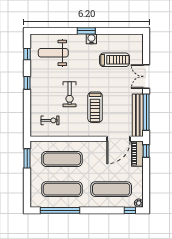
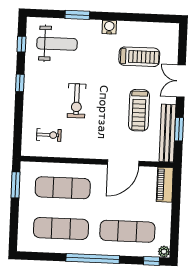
window: (86, 31) -> (77, 15), moved
weight bench: (53, 53) -> (57, 44), turned 180
treadmill: (95, 107) -> (139, 110), moved
window: (146, 112) -> (179, 129), width x0.47
door: (118, 139) -> (123, 163), moved
window: (146, 151) -> (177, 182), removed
window: (60, 210) -> (93, 259), moved

